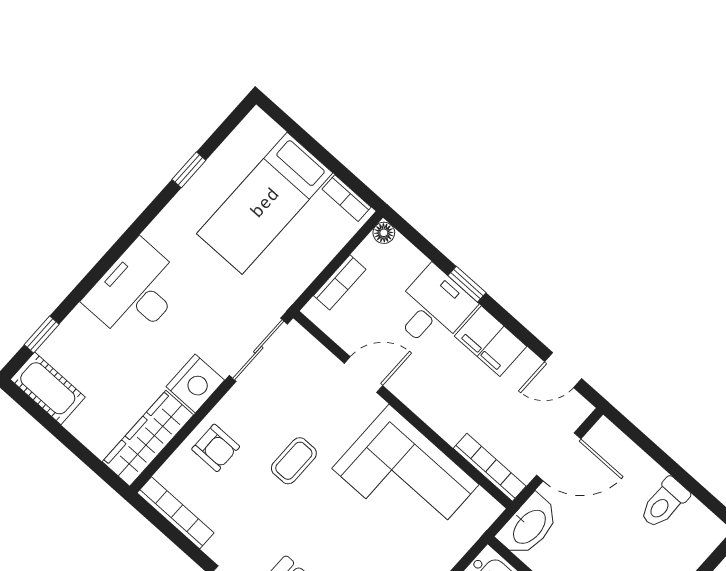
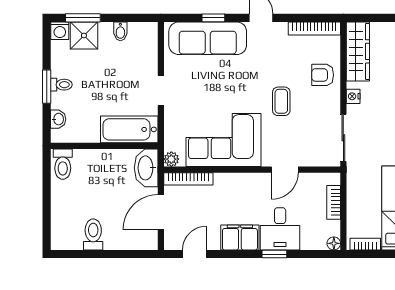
nightstand: (195, 383) -> (353, 96), width x0.53, depth x0.56
plant: (489, 510) -> (171, 159), added

